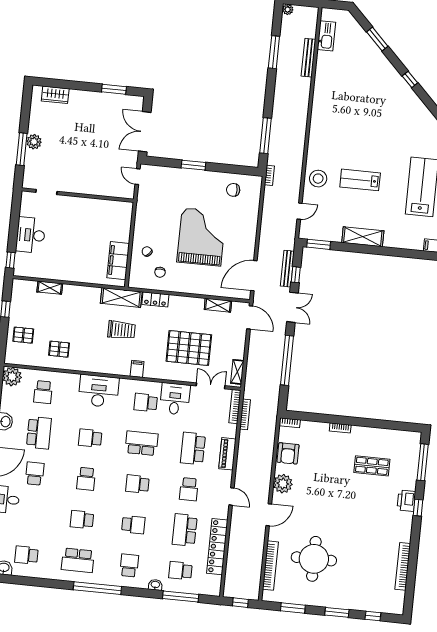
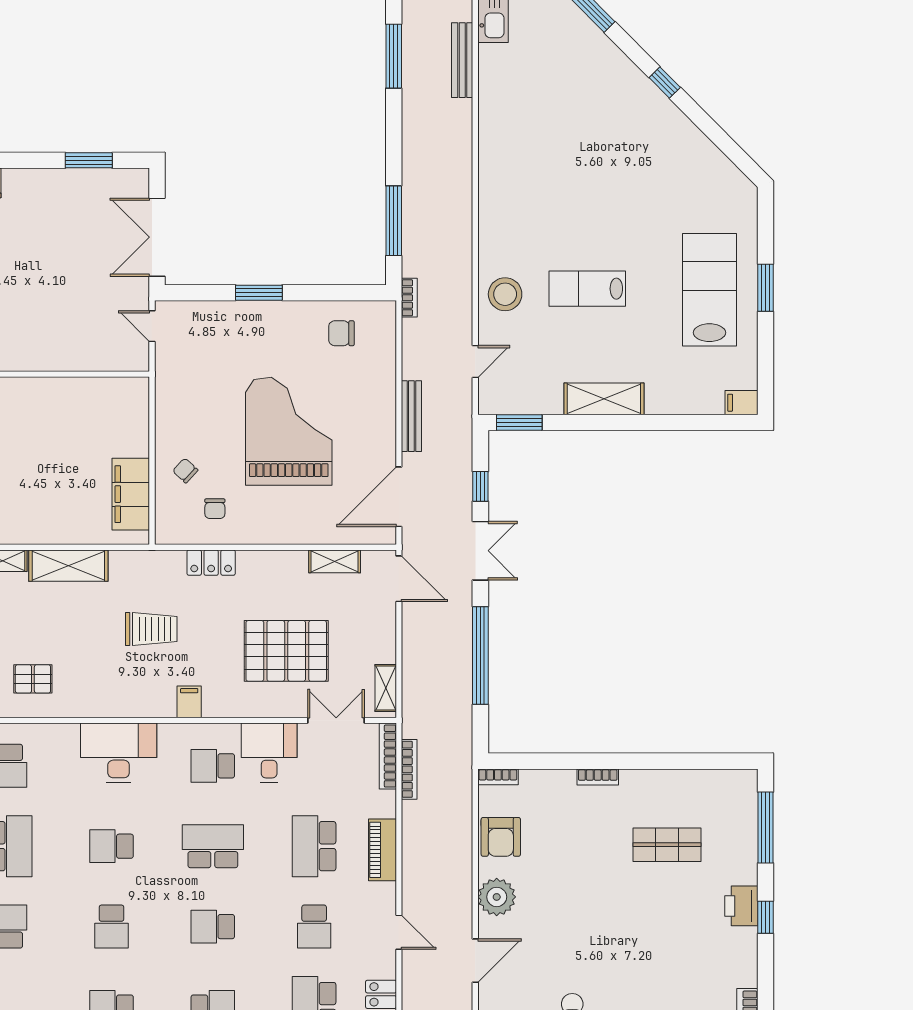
bench: (287, 269) -> (411, 416), moved
shelving: (121, 298) -> (68, 566), moved

